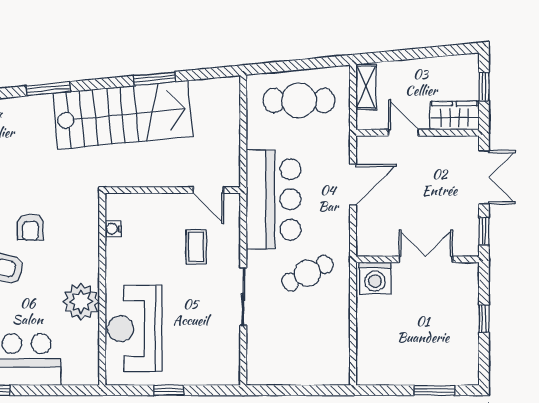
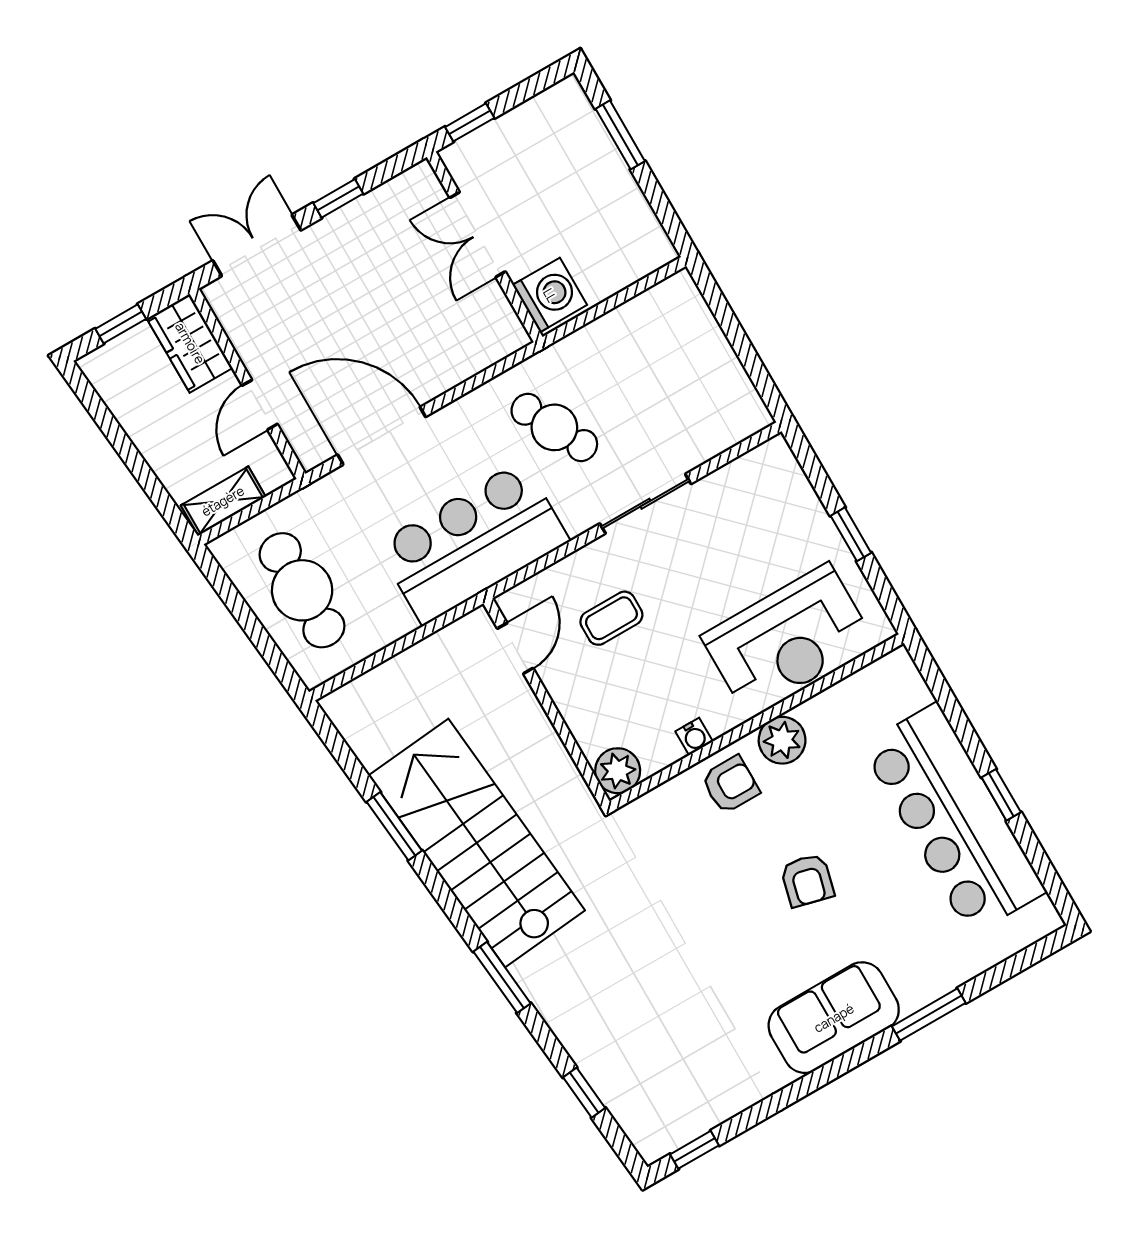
door: (353, 185) -> (382, 436), width x1.36
plant: (118, 206) -> (618, 771), added
armchair: (30, 227) -> (730, 785), moved
water cooler: (113, 229) -> (694, 736), moved
wall: (418, 259) -> (485, 247), moved
double door: (426, 259) -> (478, 235), moved
washing machine: (375, 278) -> (550, 295), moved
plant: (81, 302) -> (782, 740), width x0.73, depth x0.73

